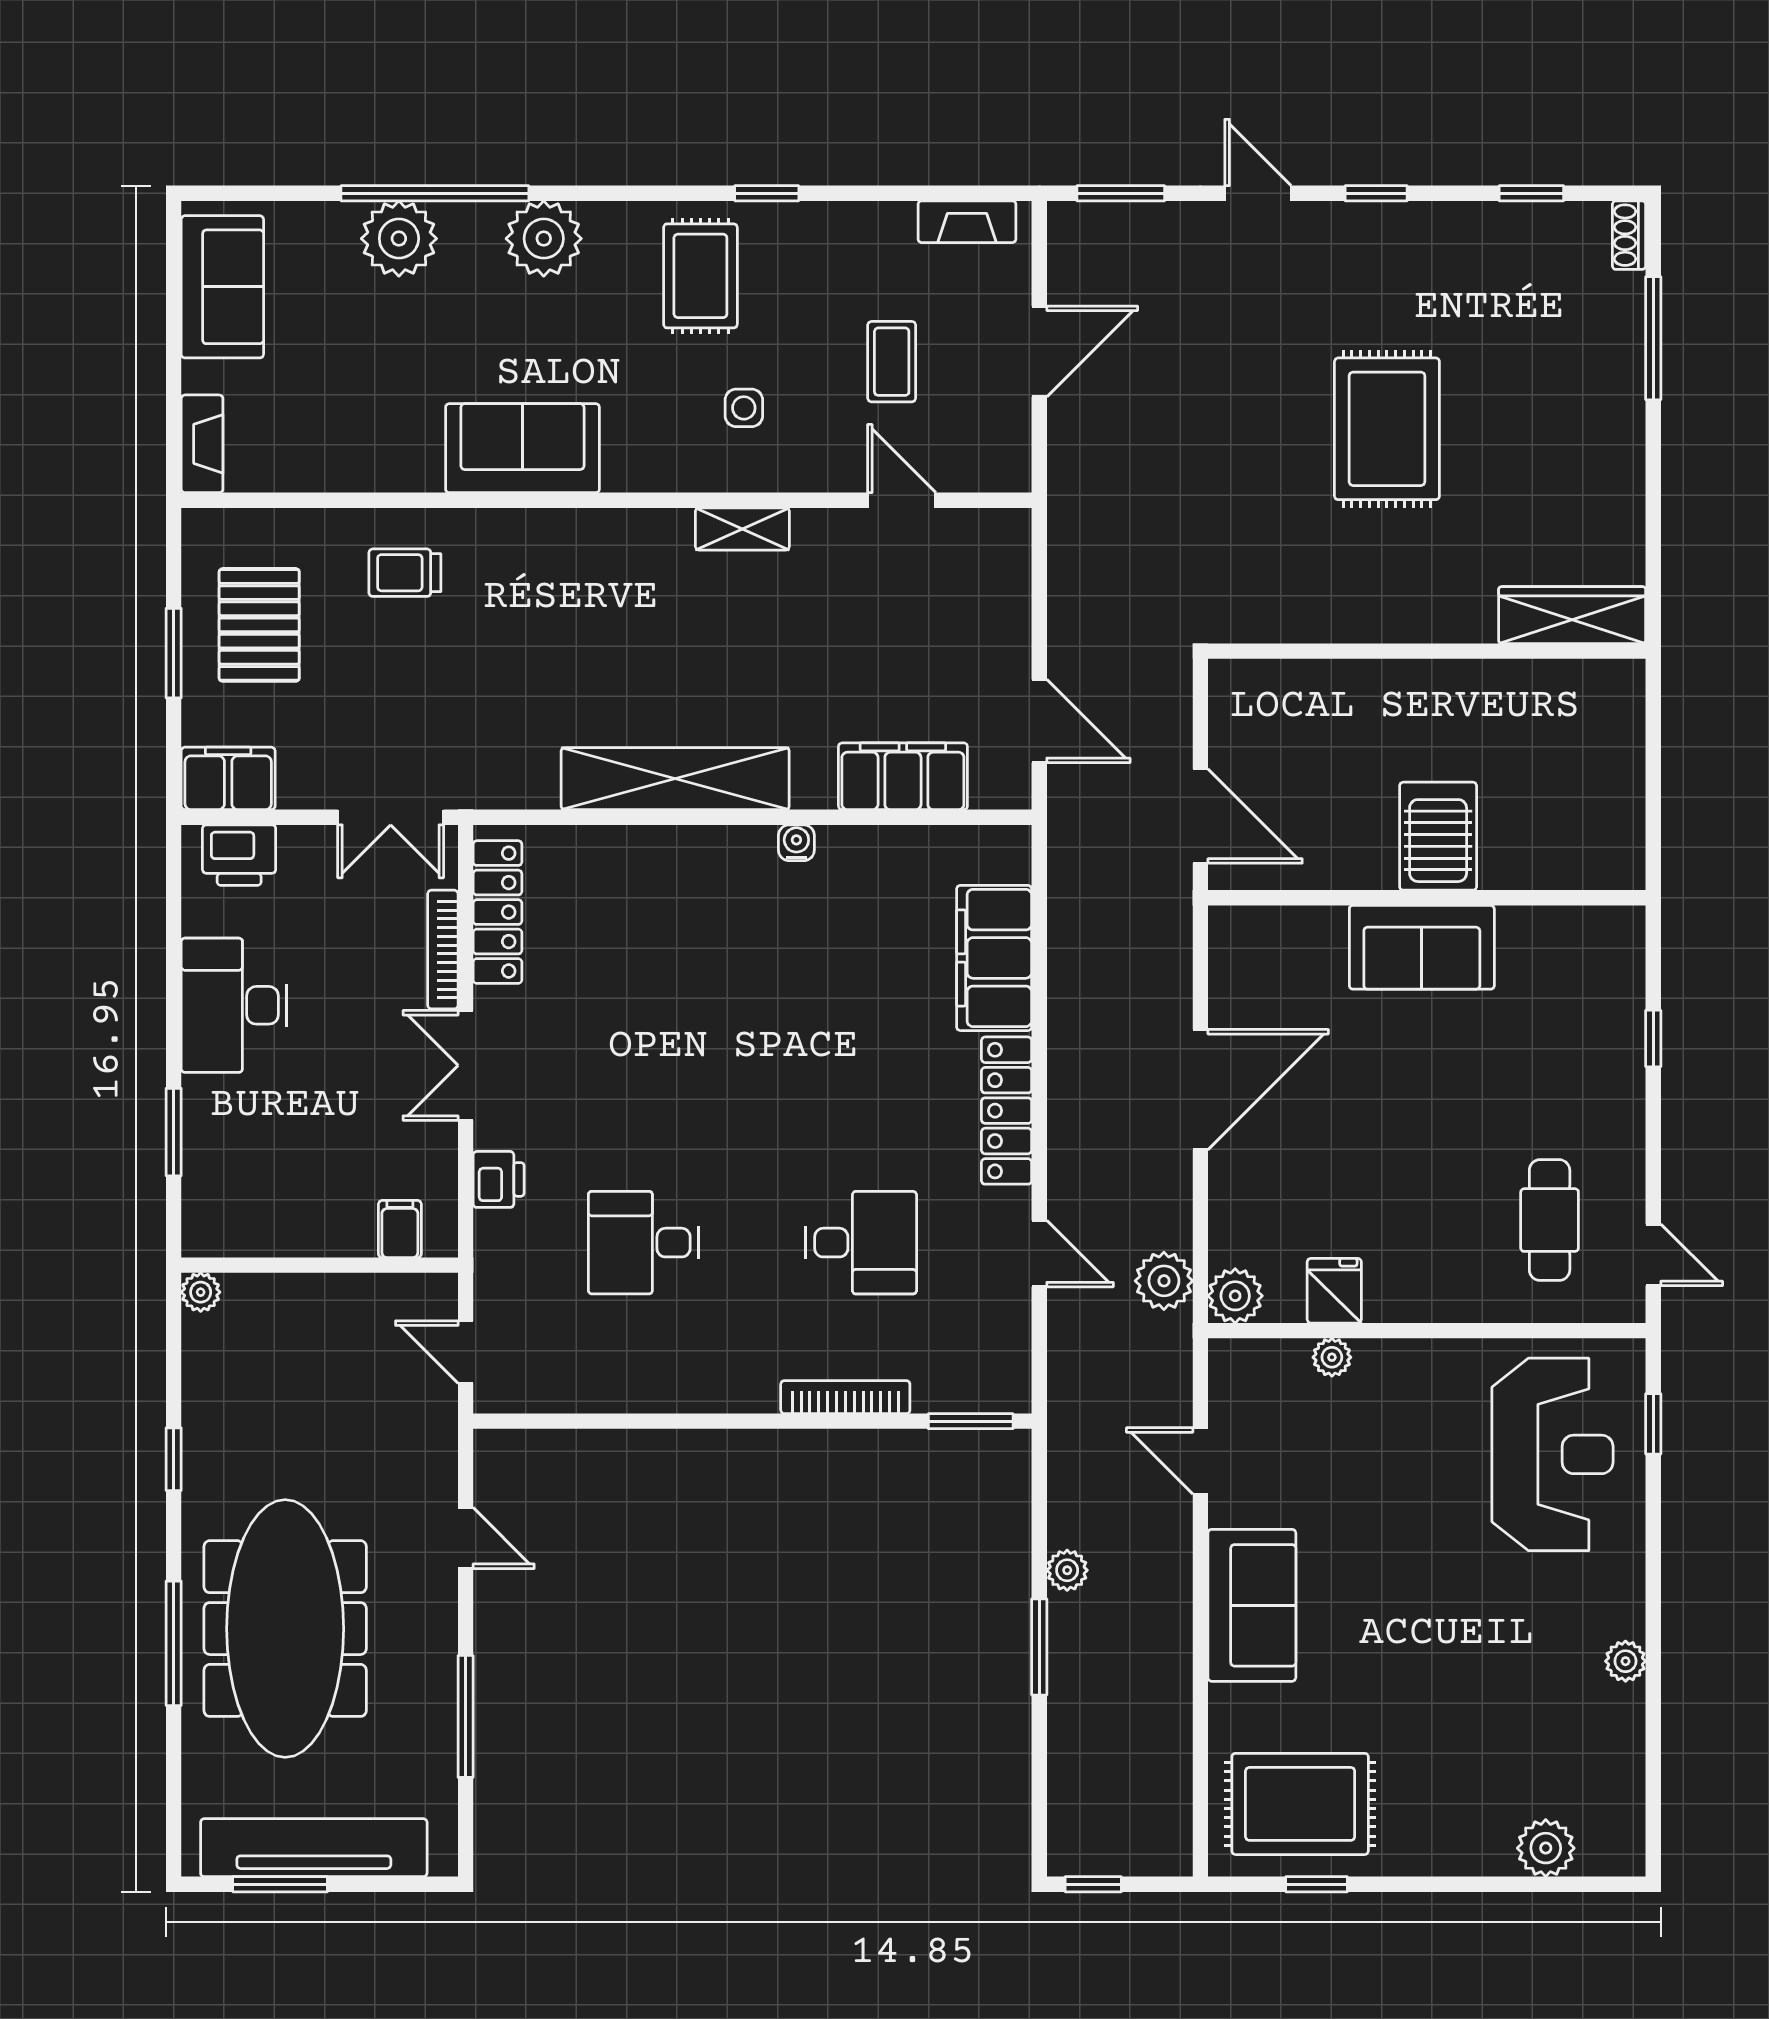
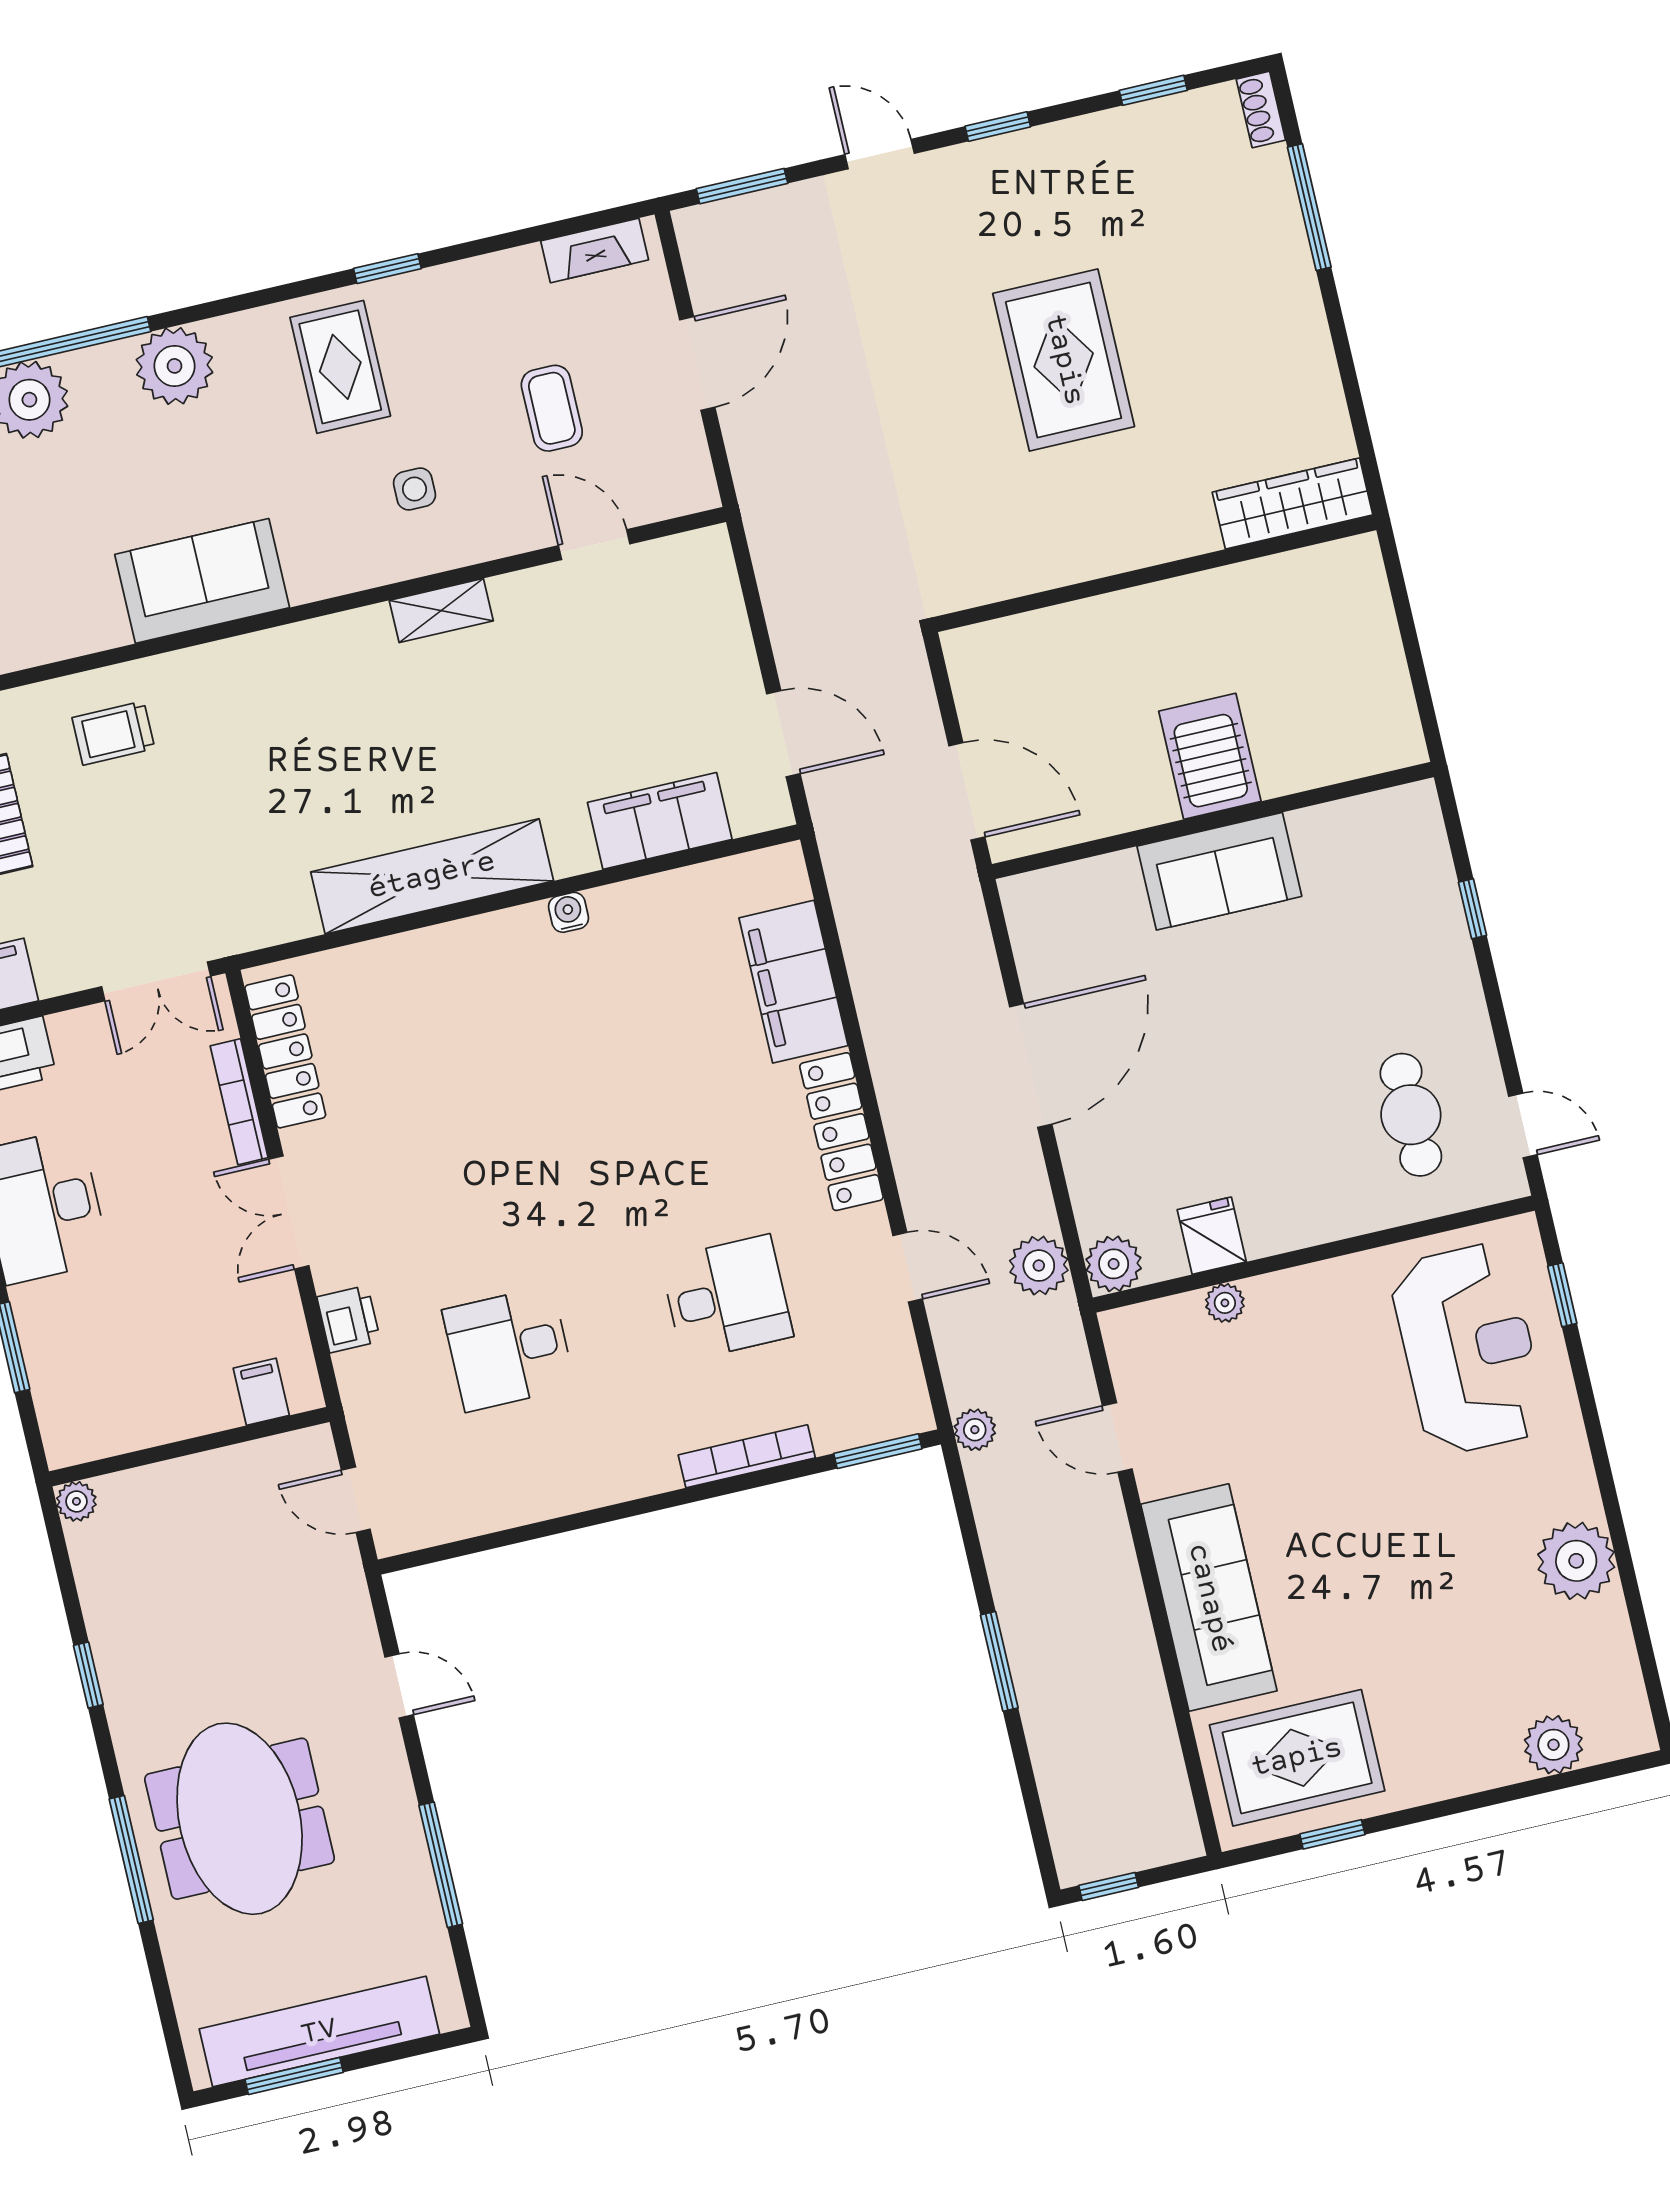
plant: (1067, 1570) -> (975, 1430), moved
sofa: (1252, 1605) -> (1209, 1598), width x1.36
meeting table: (285, 1629) -> (240, 1819), width x0.73
plant: (1625, 1661) -> (1576, 1561), width x1.88, depth x1.88

